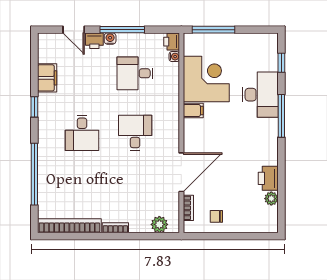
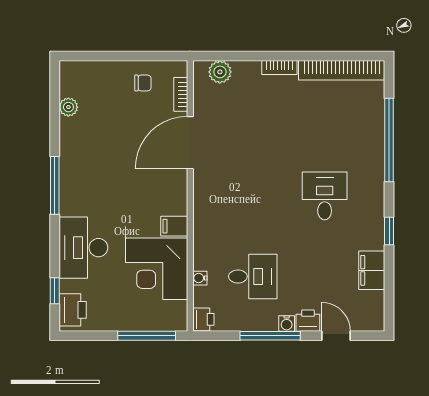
water cooler: (174, 57) -> (200, 278), moved
window: (281, 116) -> (55, 185), moved
desk: (135, 133) -> (253, 196), removed
printer: (268, 178) -> (73, 310), moved

